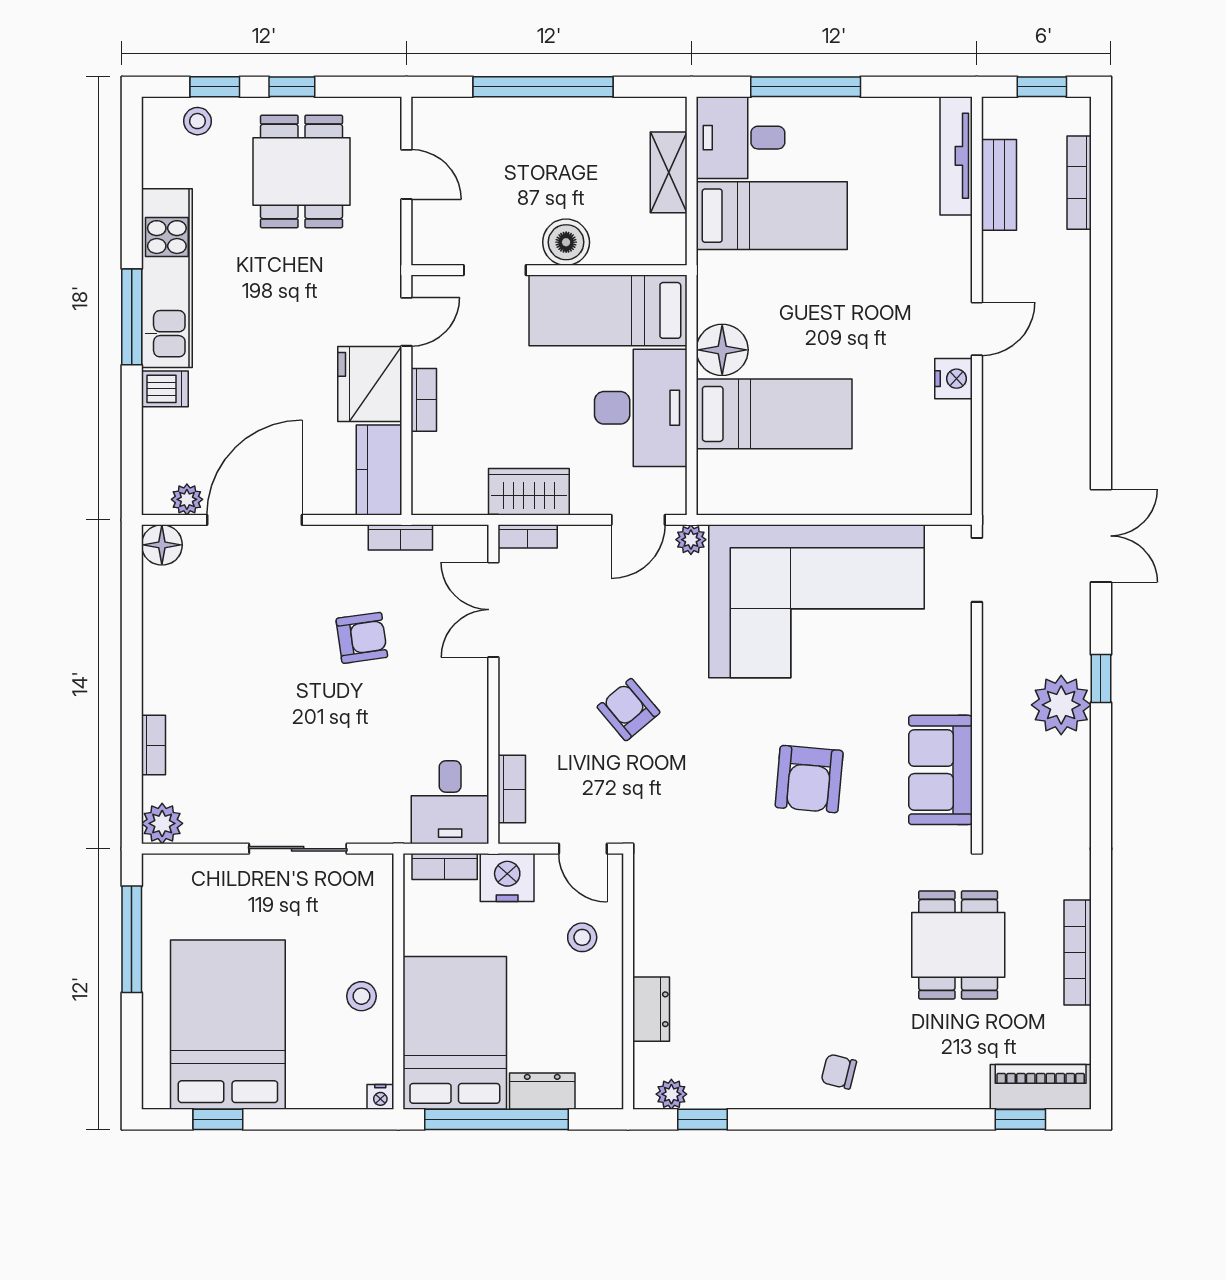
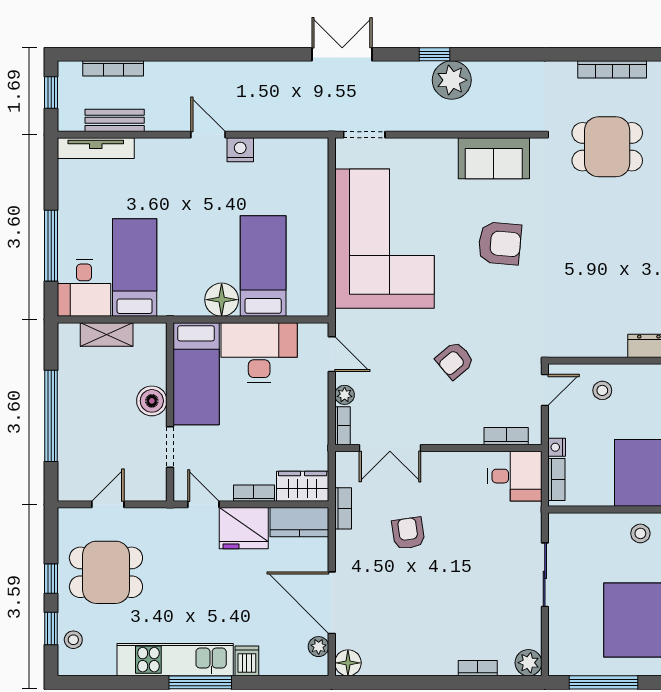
wardrobe: (529, 492) -> (303, 486), moved, turned 90
plant: (691, 540) -> (345, 395), moved
nightstand: (507, 878) -> (557, 447), width x0.53, depth x0.56

